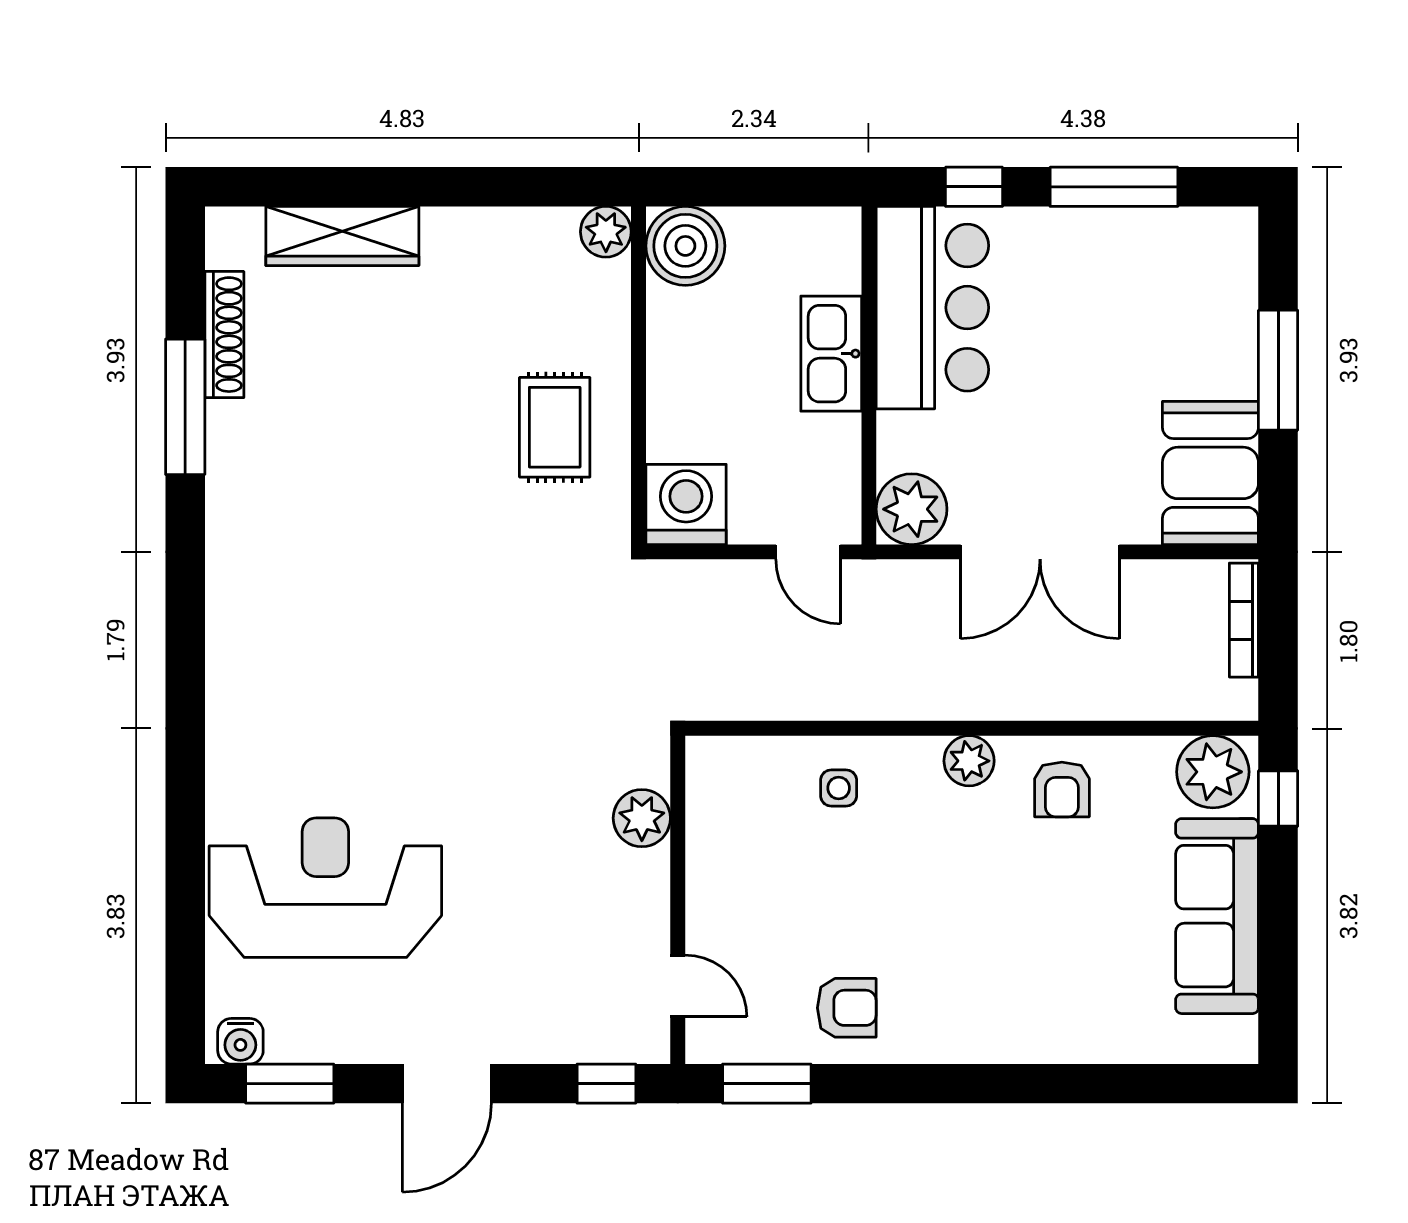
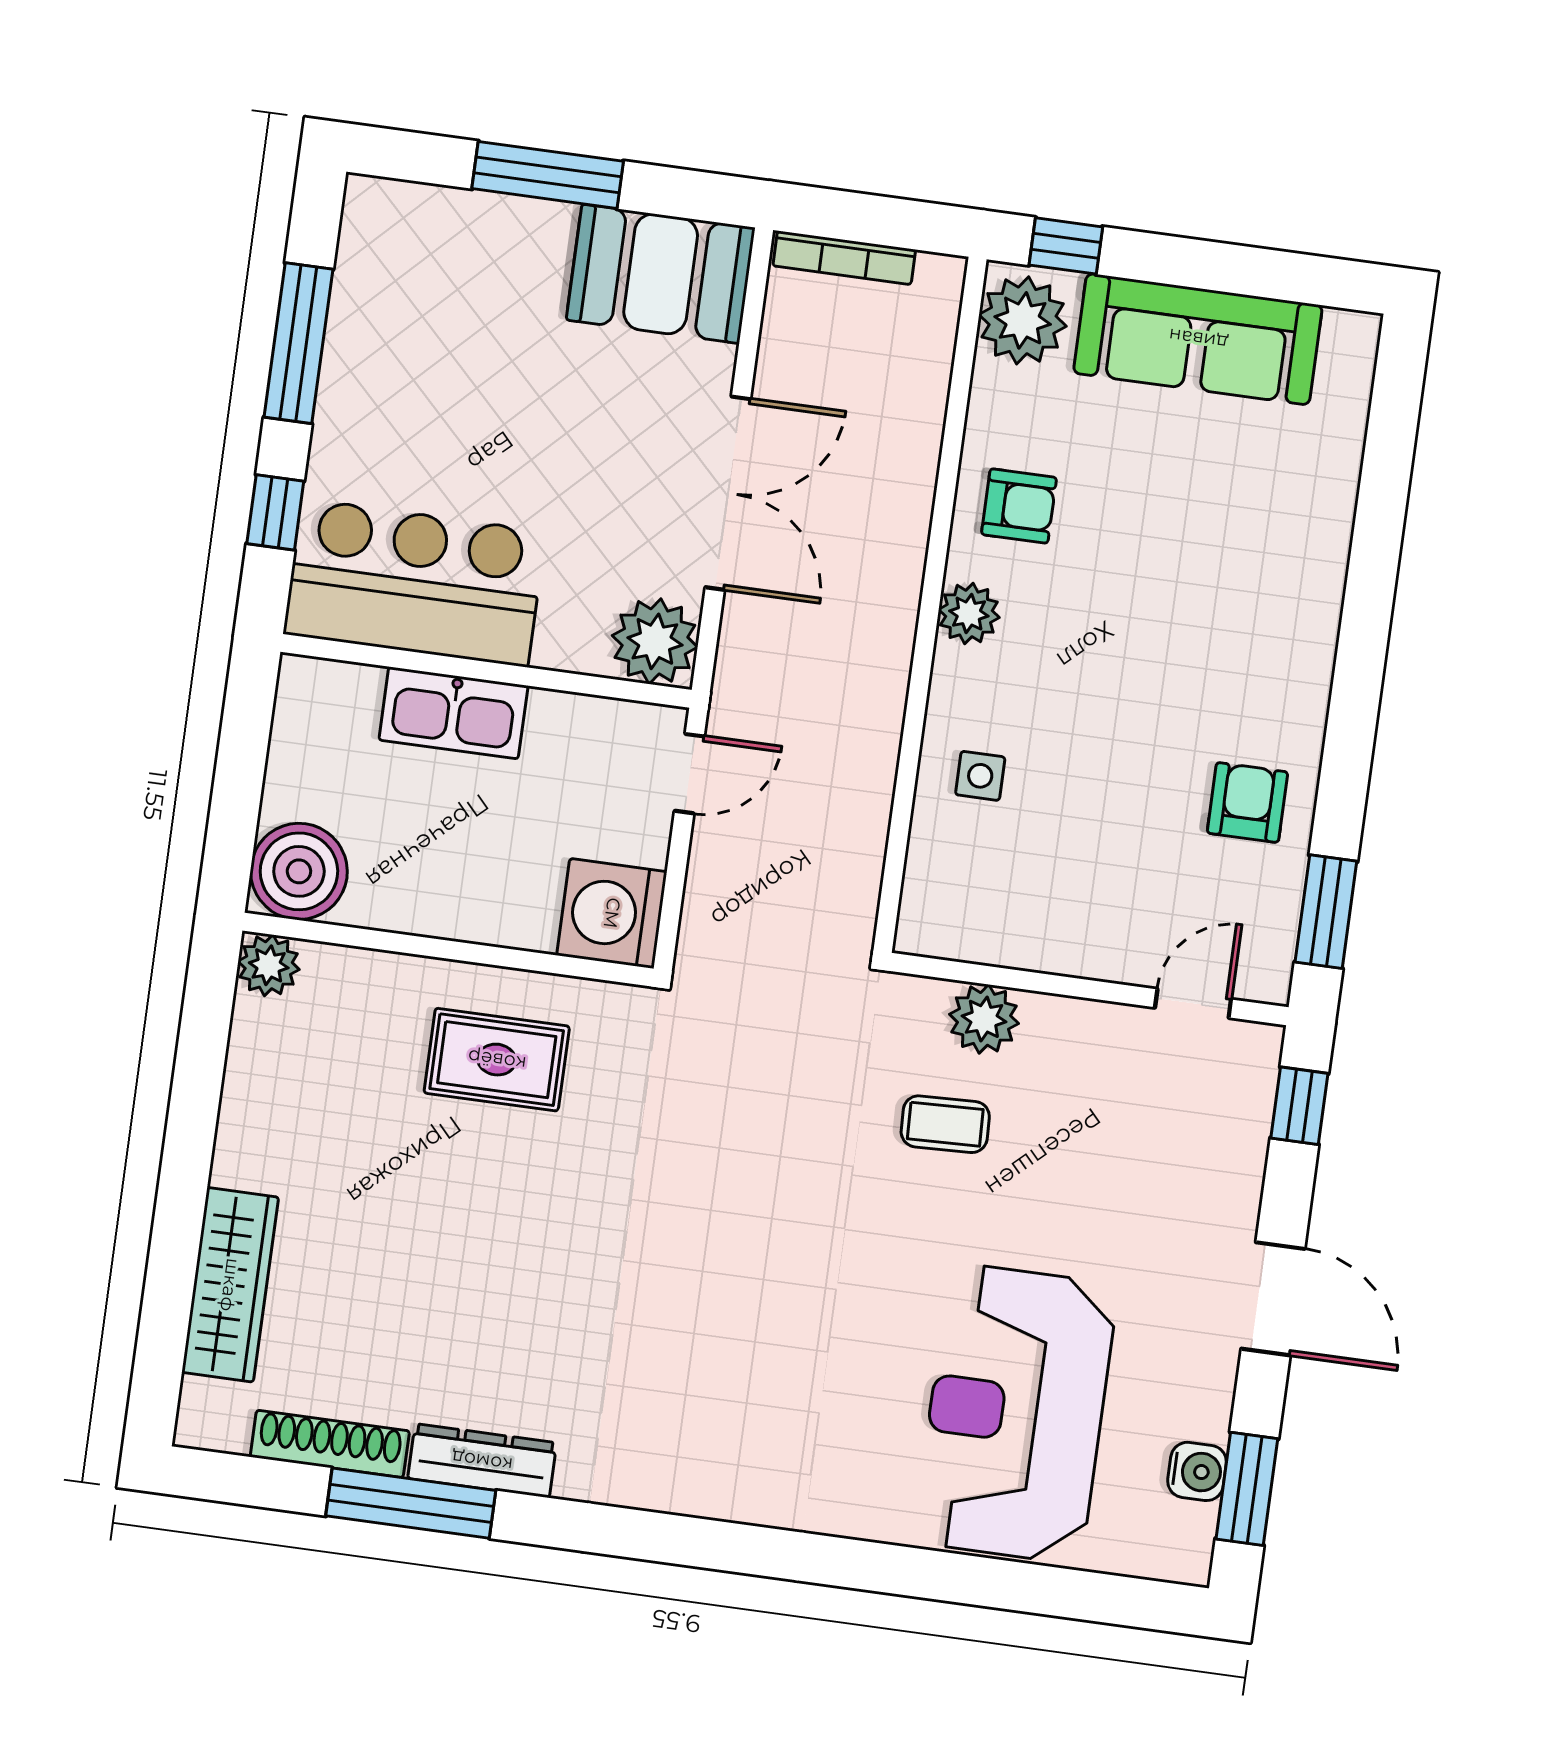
dresser: (228, 460) -> (482, 1461), added
coffee table: (552, 798) -> (945, 1124), added
water cooler: (240, 1041) -> (1197, 1471), moved

